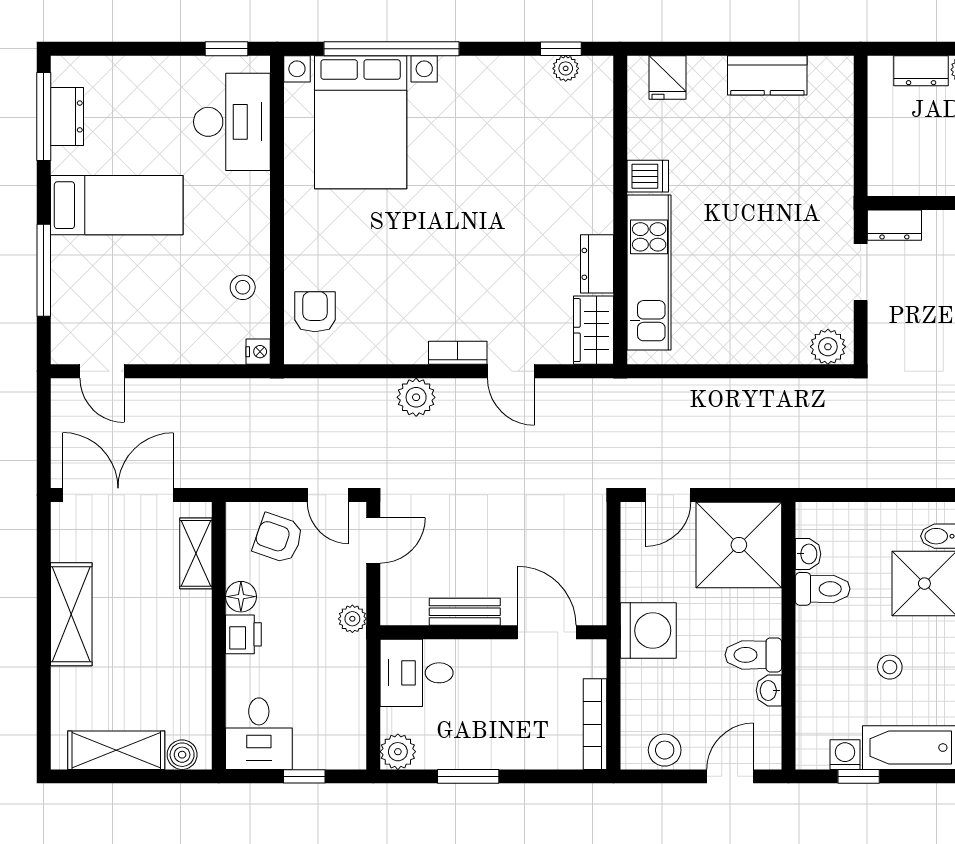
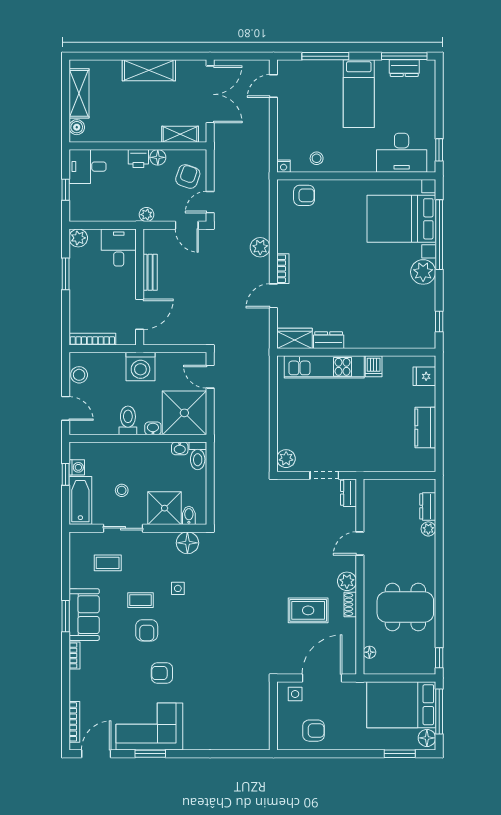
plant: (566, 68) -> (423, 272), moved, width x1.88, depth x1.88
toilet: (823, 589) -> (198, 456), moved
washbasin: (769, 690) -> (153, 428), moved

